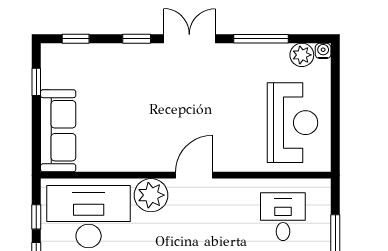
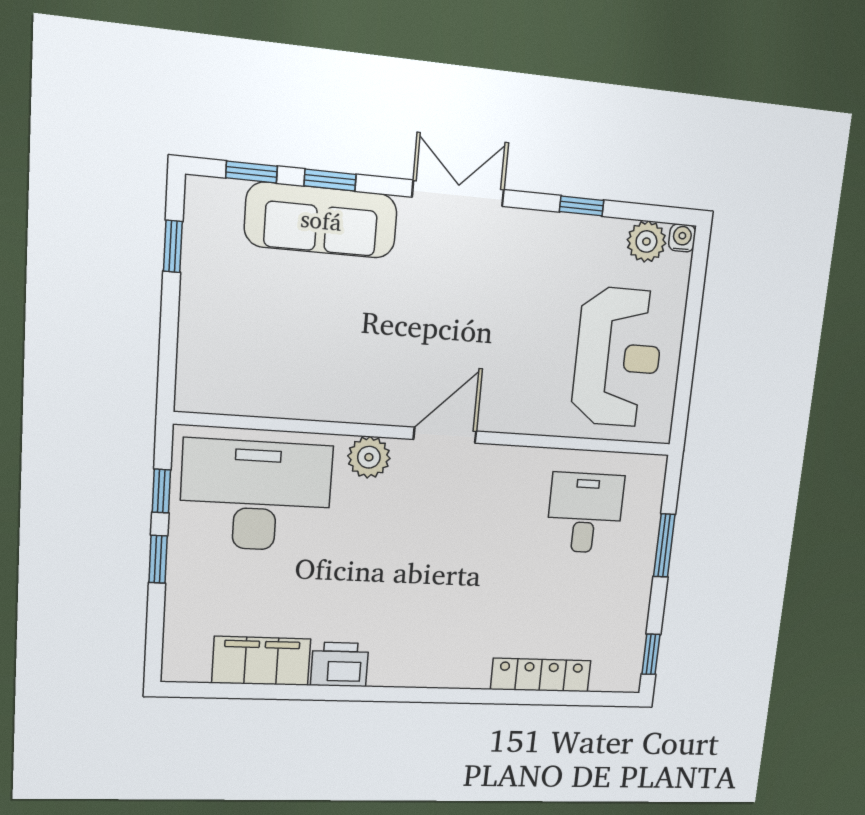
window: (137, 39) -> (330, 180), moved
window: (261, 39) -> (582, 206), width x0.46
sofa: (58, 131) -> (321, 220), moved, turned 90
plant: (151, 195) -> (369, 457), width x0.73, depth x0.73

